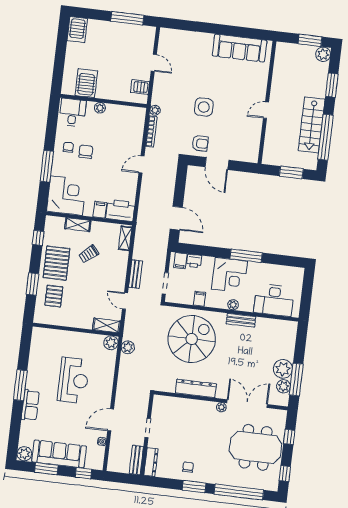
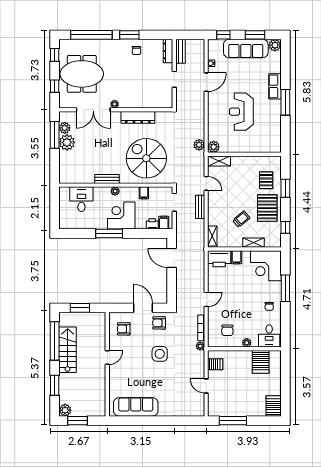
armchair: (243, 142) -> (124, 329), added
chair: (86, 152) -> (227, 330), moved
desk: (274, 300) -> (81, 199), width x0.73
spiral stairs: (192, 339) -> (146, 158), turned 90

